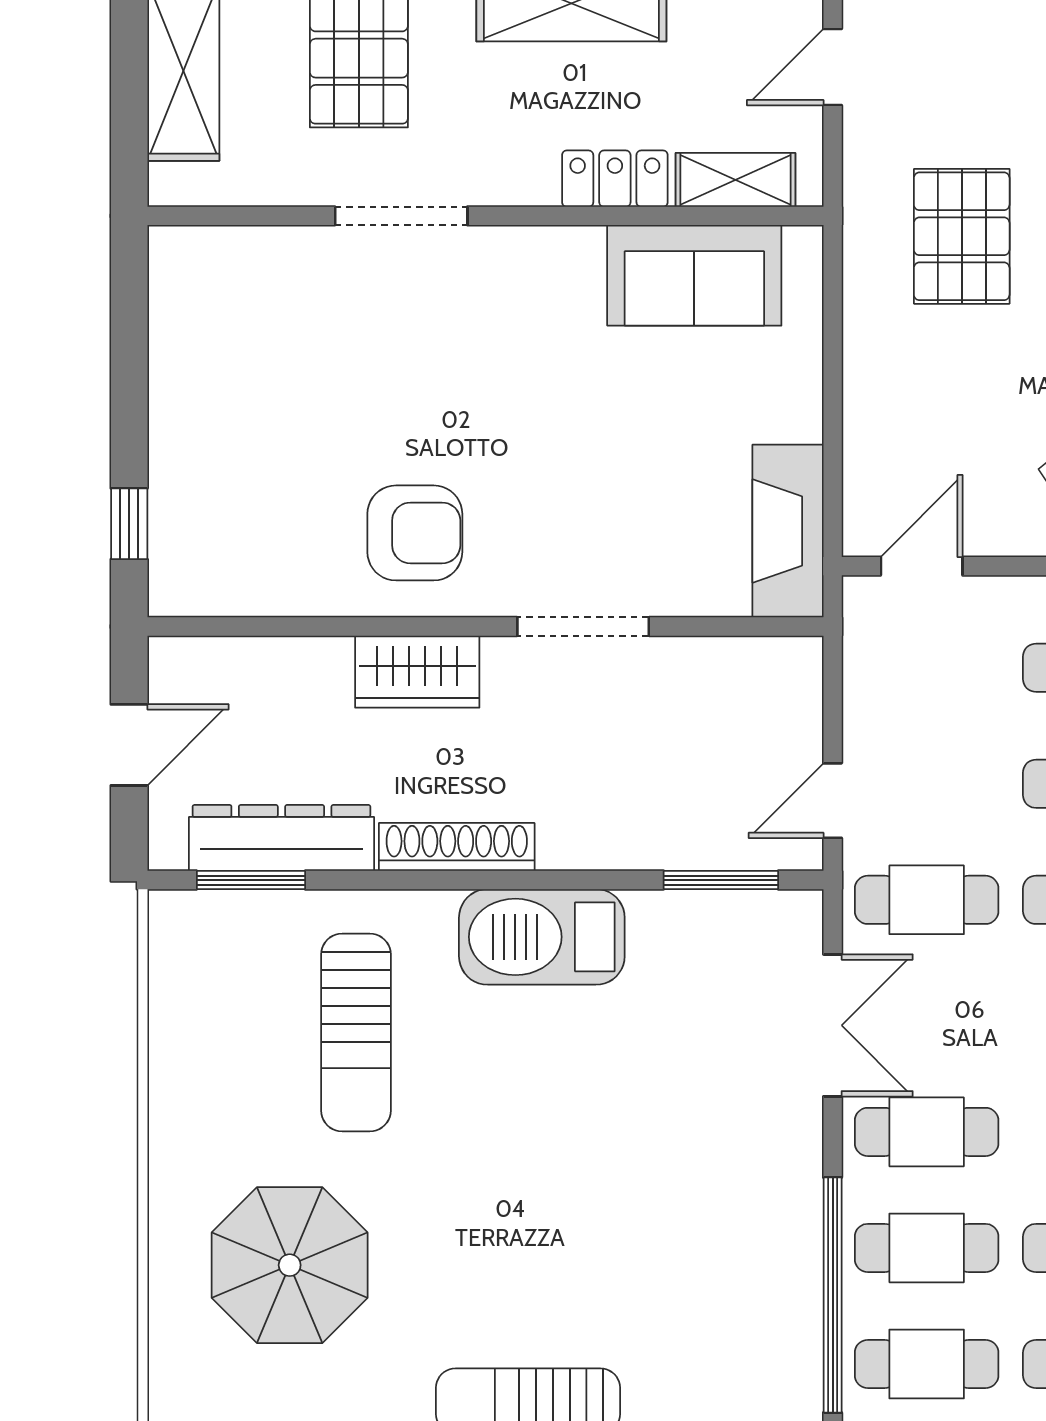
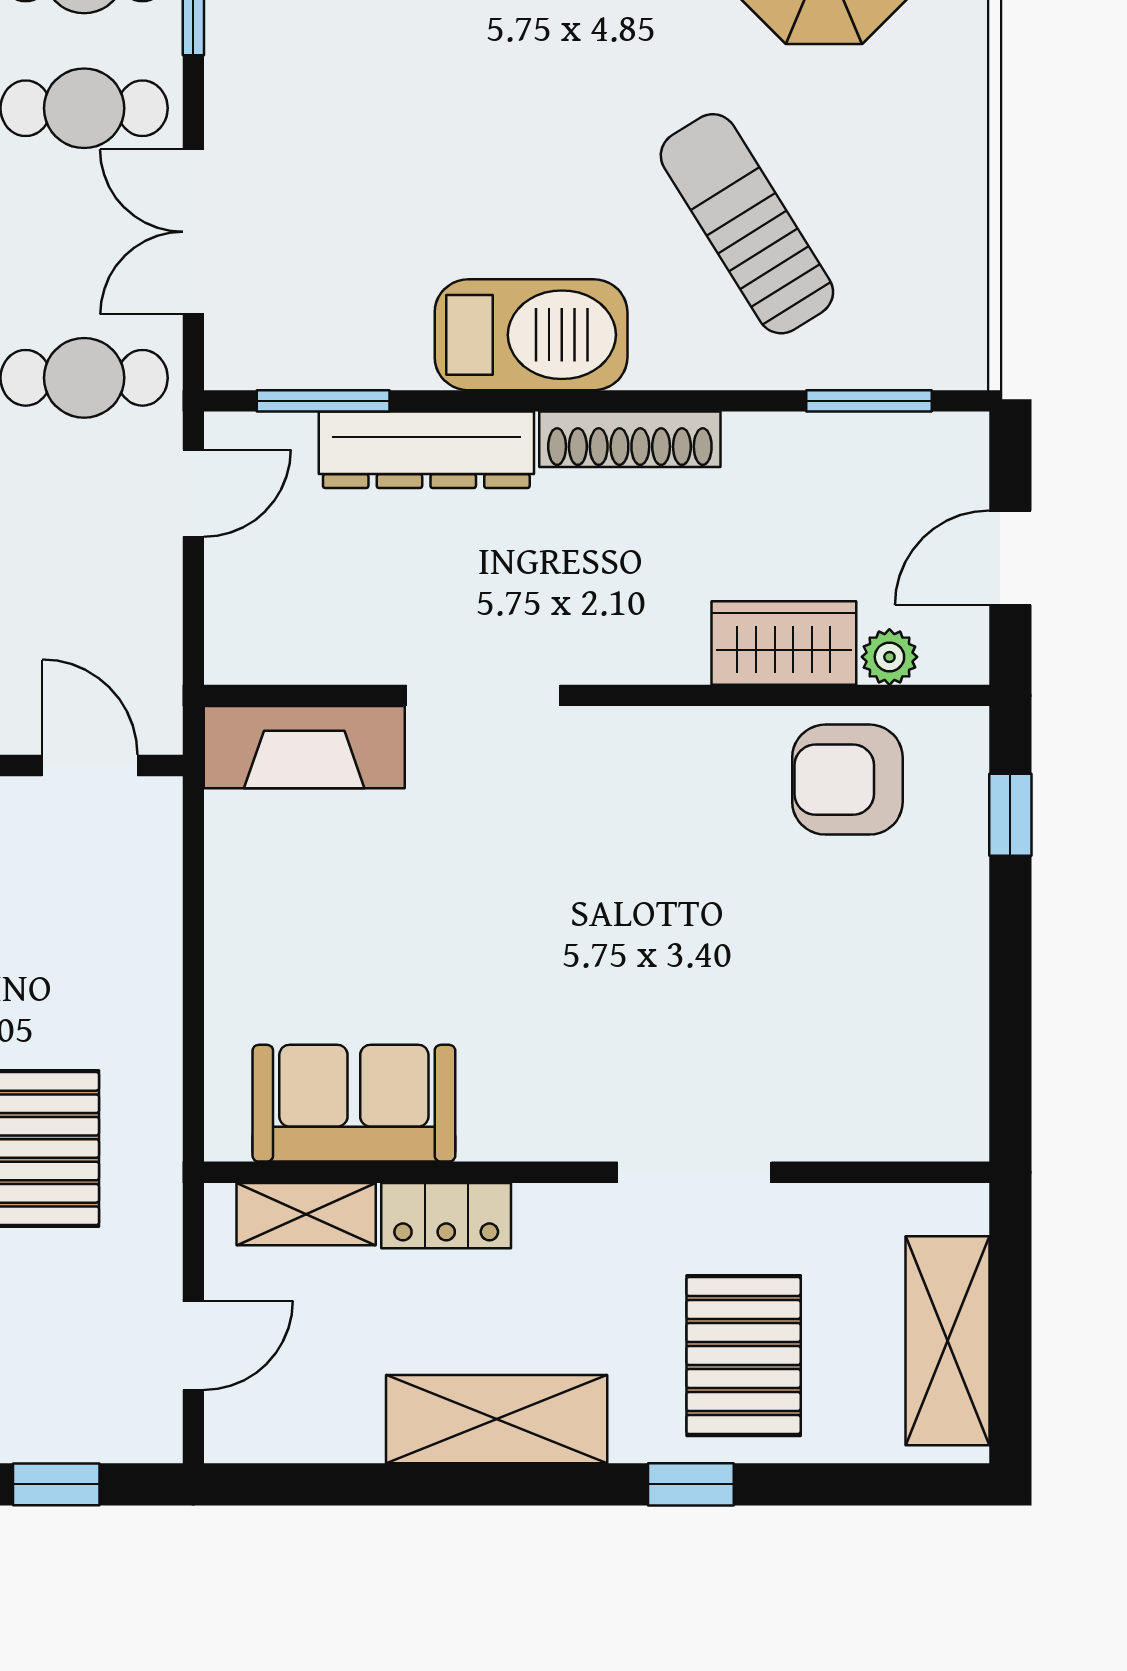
fireplace: (788, 531) -> (304, 747), moved, turned 90
armchair: (415, 533) -> (847, 780), moved
door: (922, 566) -> (90, 766), swing flipped
plant: (233, 659) -> (889, 657), added
wardrobe: (417, 672) -> (784, 643), moved
dresser: (281, 838) -> (426, 450), moved
sun lounger: (356, 1033) -> (747, 224), turned -32

